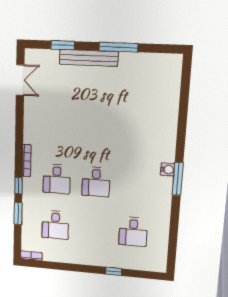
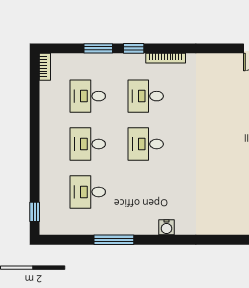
window: (178, 179) -> (114, 240), moved
desk: (94, 228) -> (88, 144), added
window: (114, 271) -> (35, 212), moved

